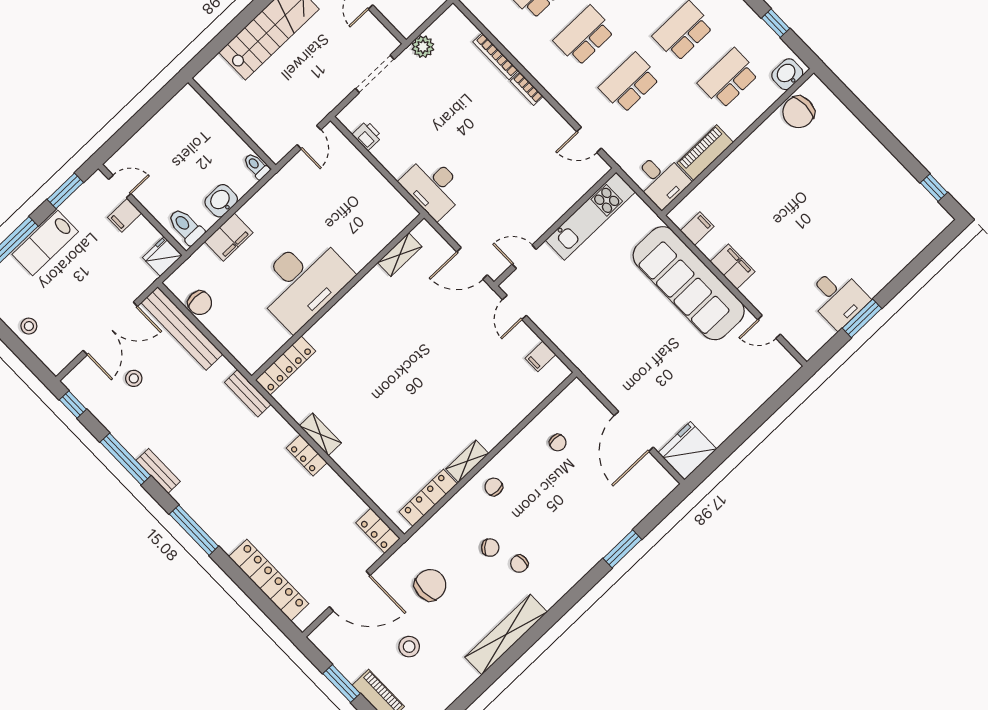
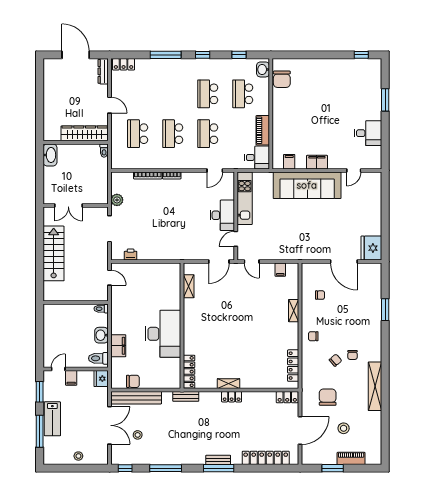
desk: (433, 187) -> (222, 215), moved, turned -90
window: (862, 318) -> (385, 100), moved
shelving: (467, 461) -> (294, 311), moved
bench: (158, 471) -> (218, 460), moved

